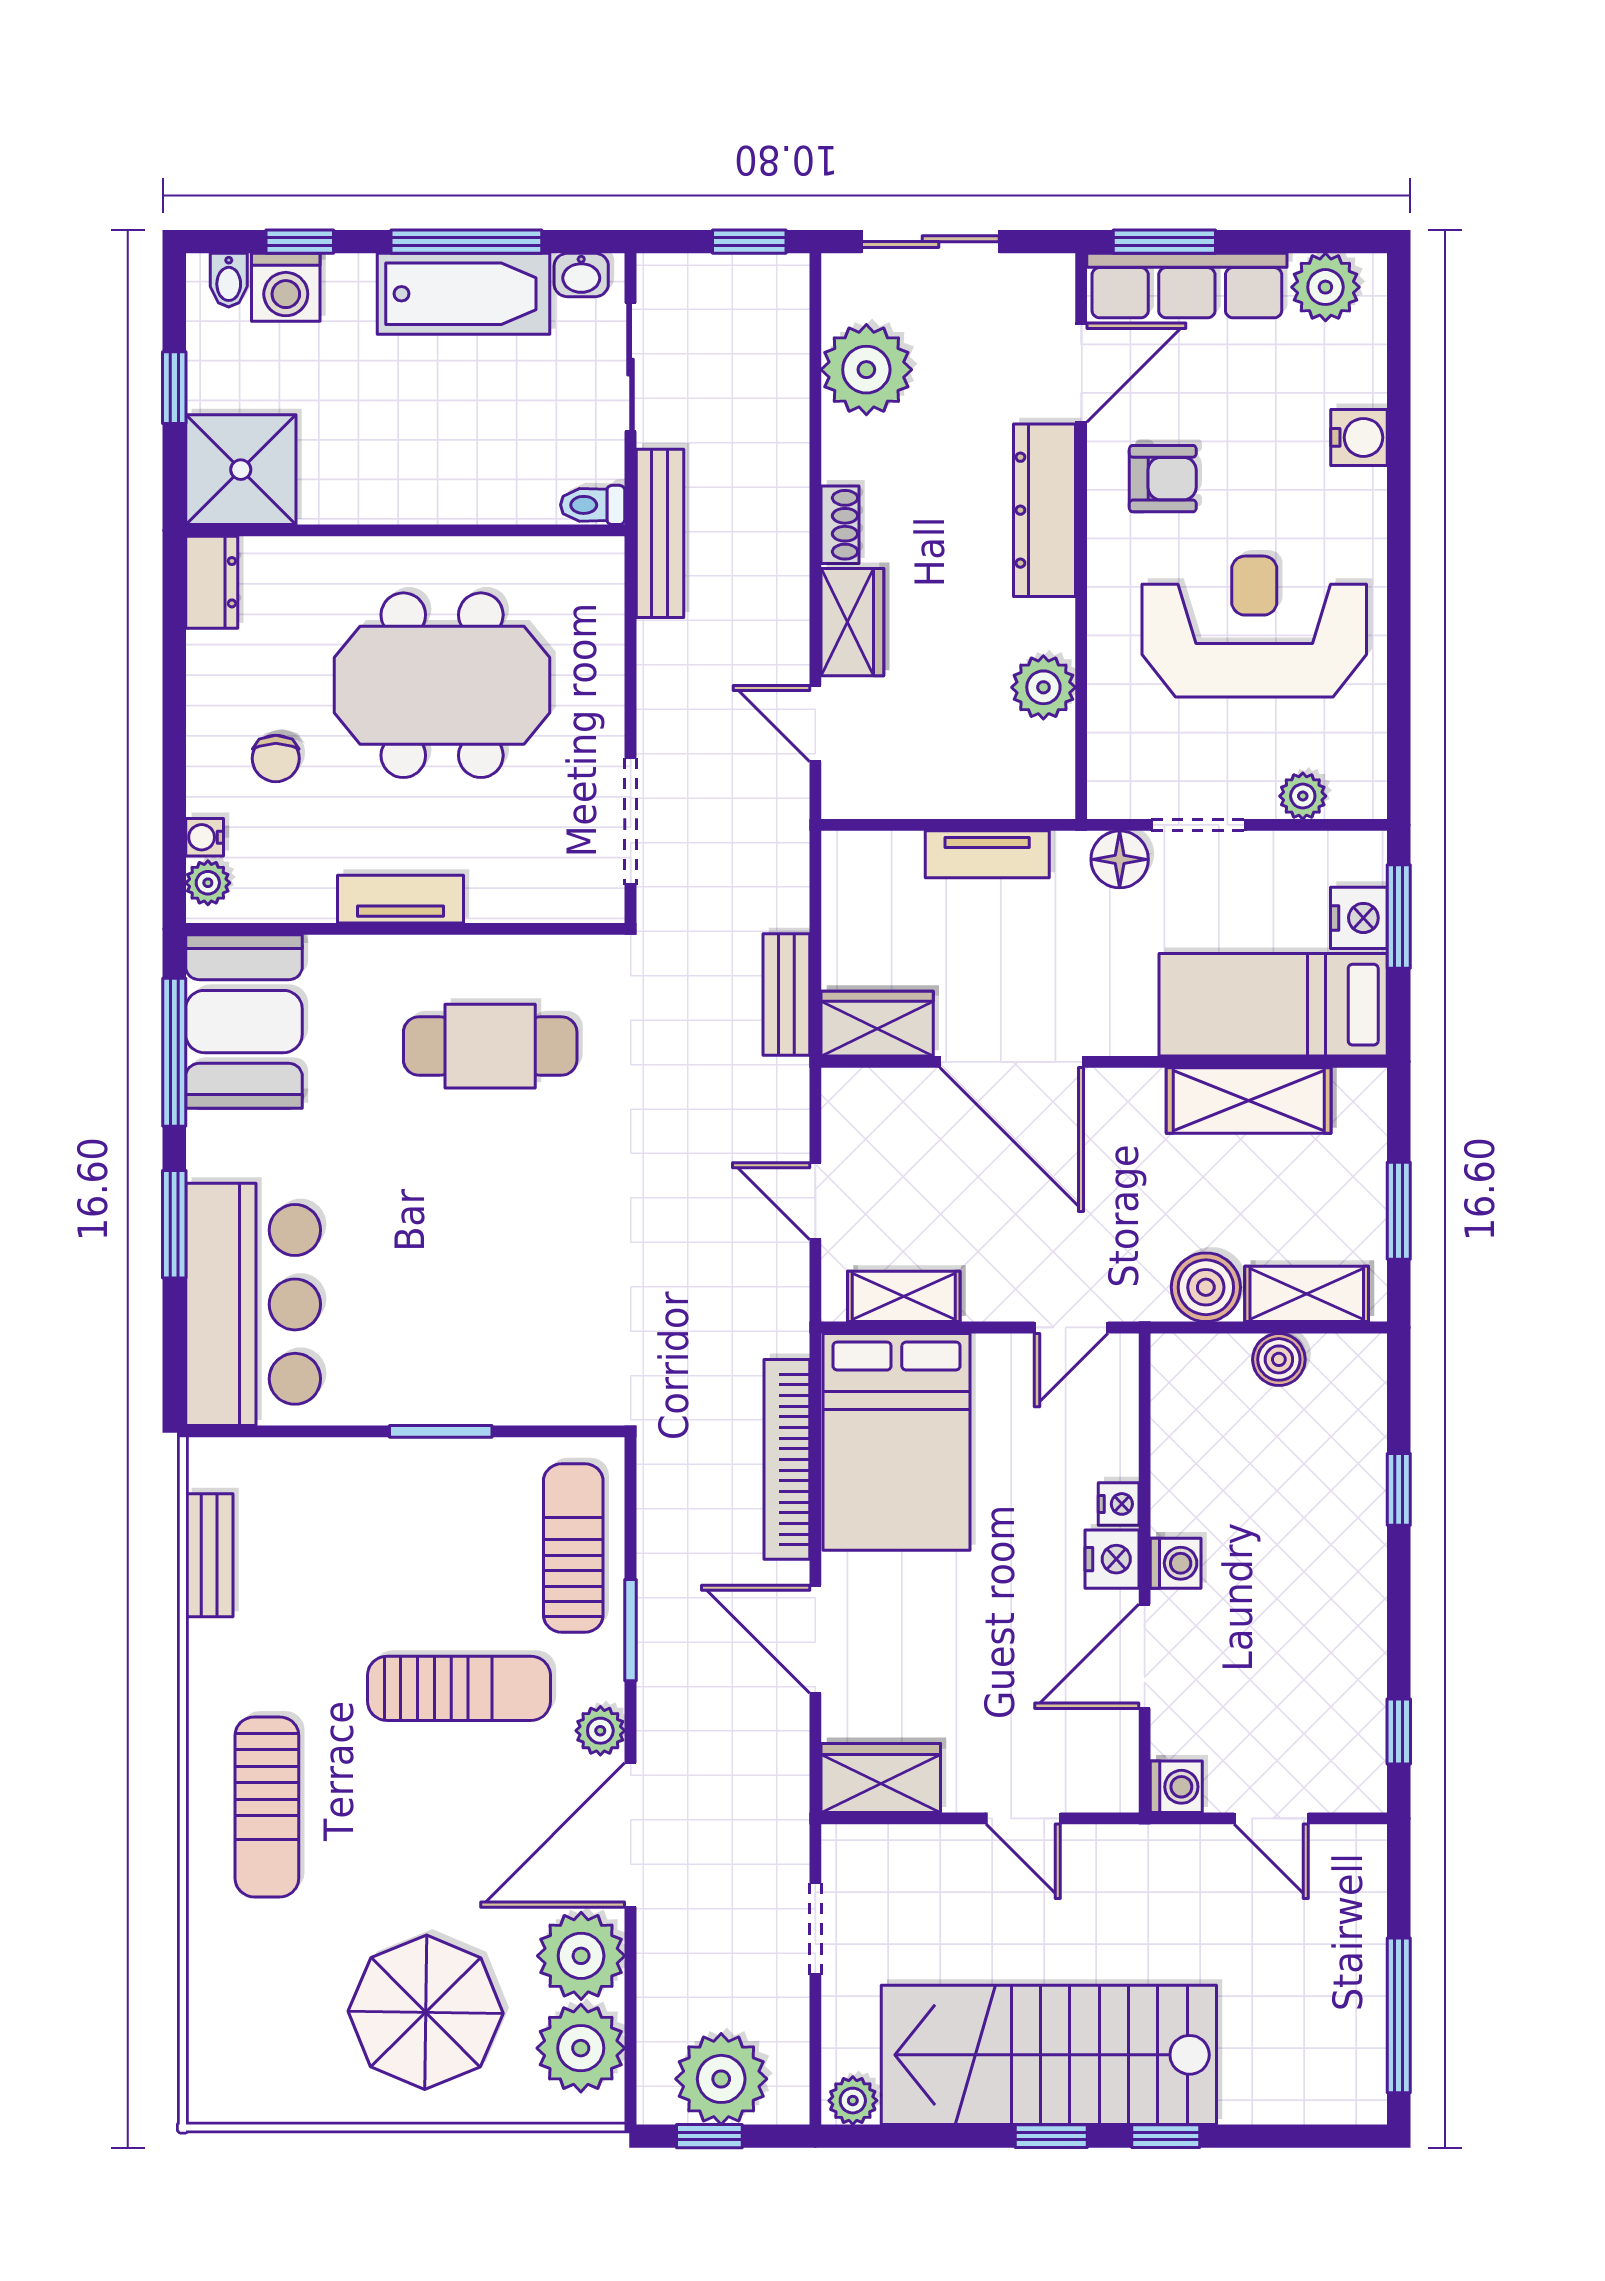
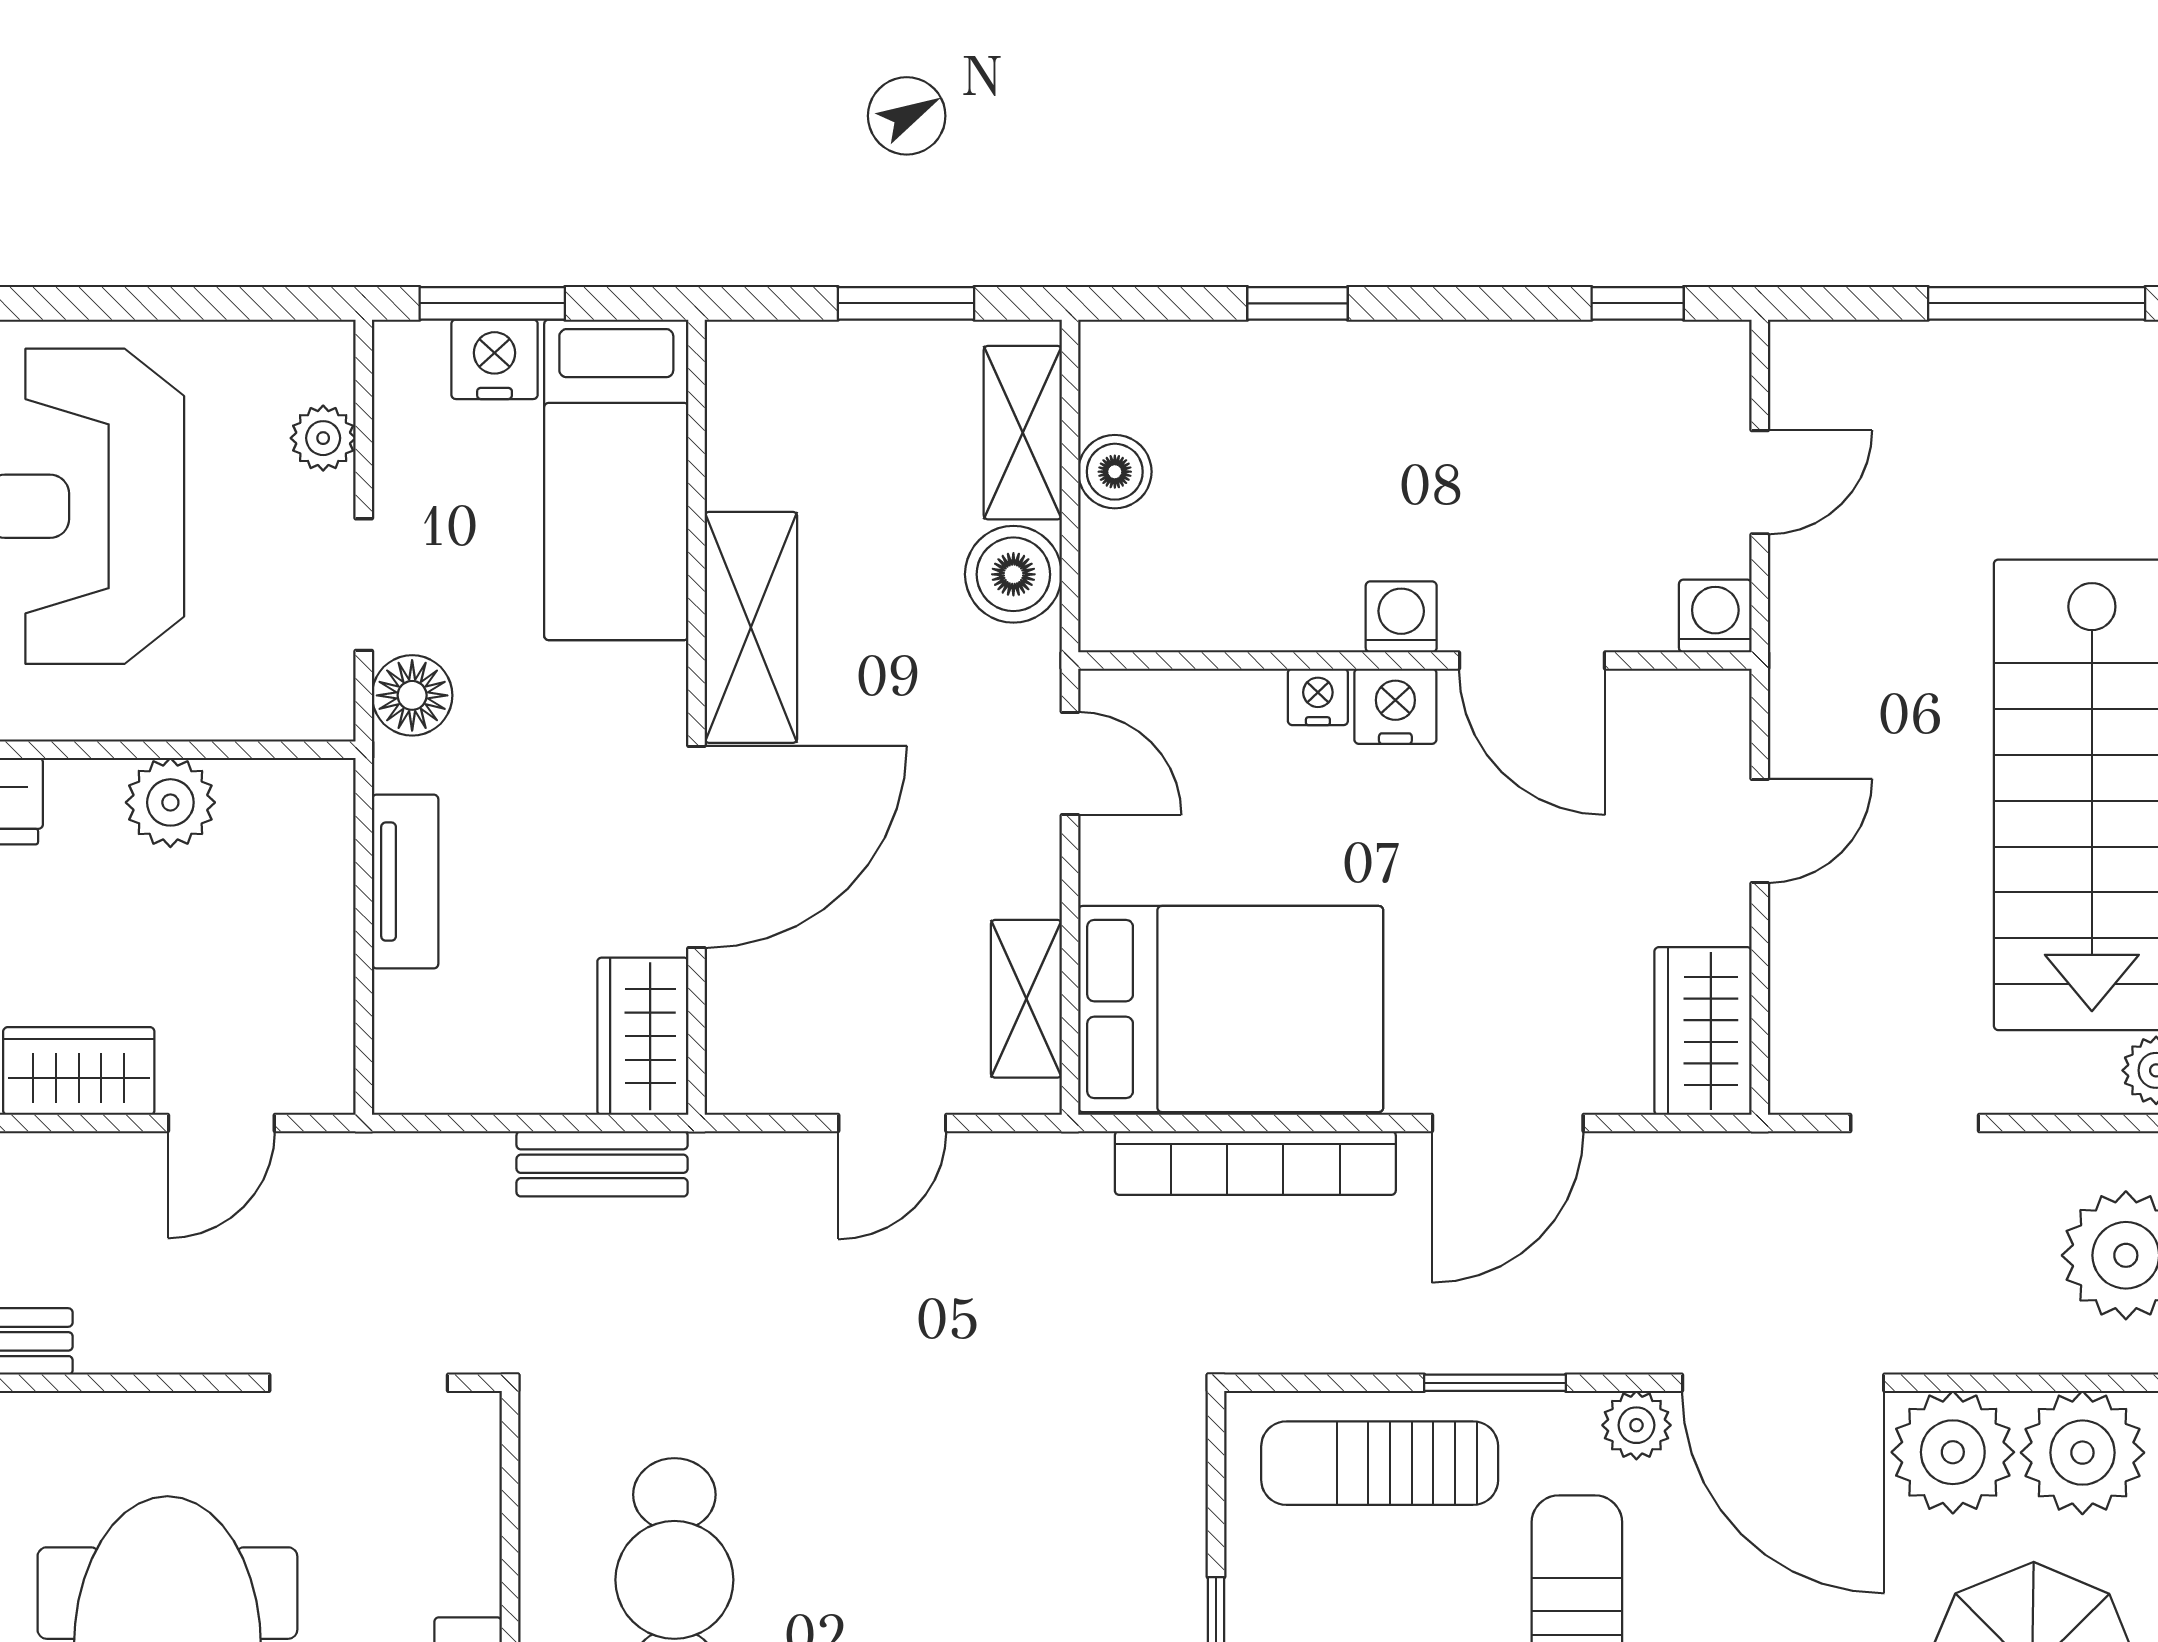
shelving: (1249, 1100) -> (751, 627), moved

